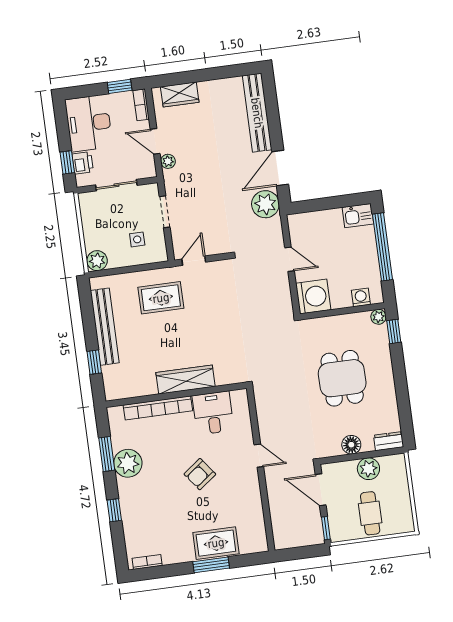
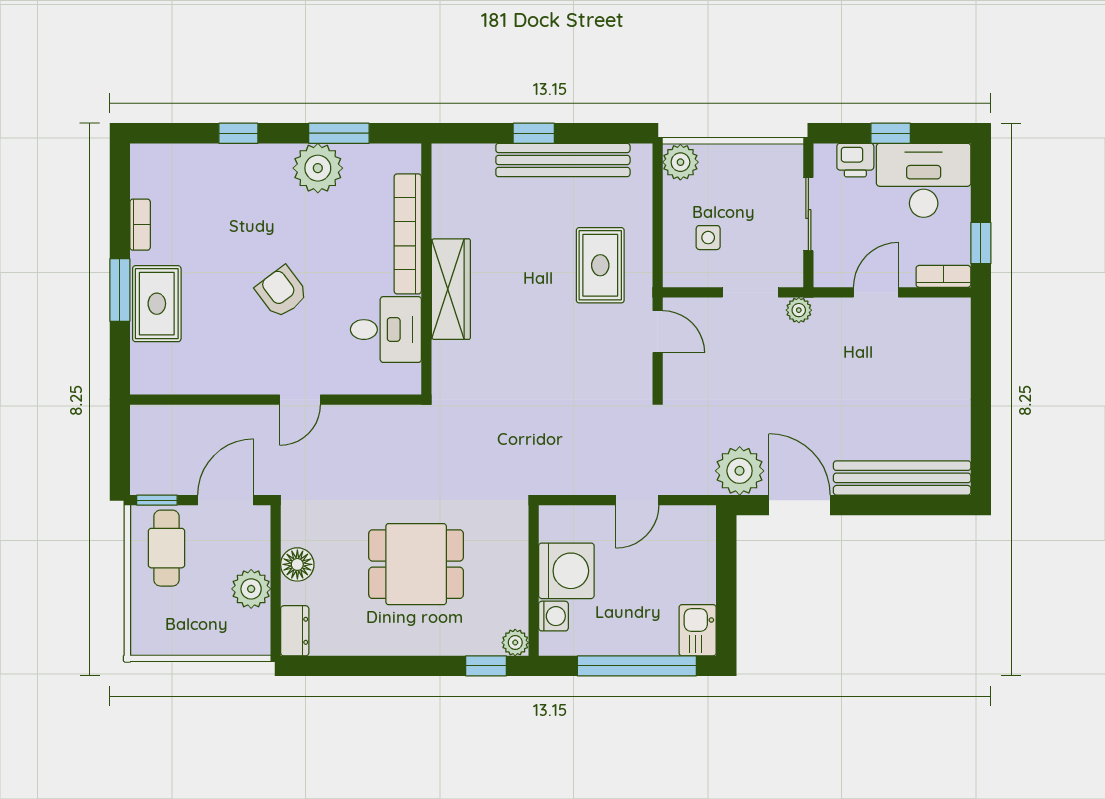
wardrobe: (180, 94) -> (952, 347), removed
plant: (168, 161) -> (799, 310), moved
window: (67, 162) -> (891, 133), moved
washing machine: (313, 296) -> (566, 571), moved, turned -90
window: (94, 362) -> (534, 133), moved
cafe table: (370, 513) -> (166, 548), moved, turned 90
bookcase: (147, 562) -> (140, 225), moved

